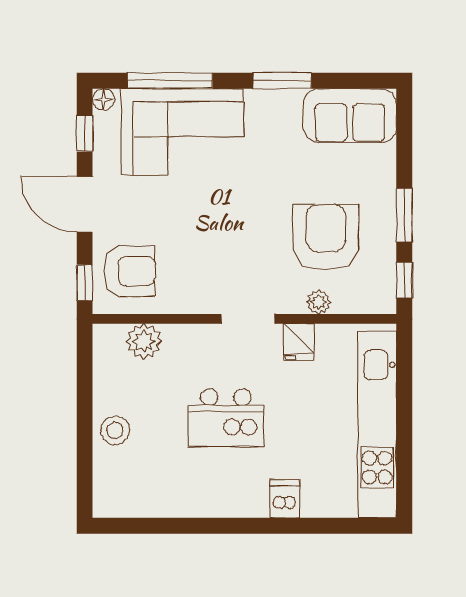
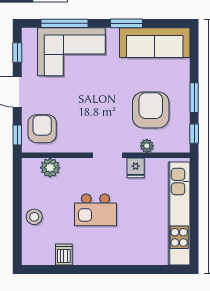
floor lamp: (103, 100) -> (28, 34), removed
sofa: (350, 116) -> (155, 43), width x1.36
armchair: (130, 271) -> (42, 129), turned -90
dishwasher: (285, 499) -> (64, 255), moved

